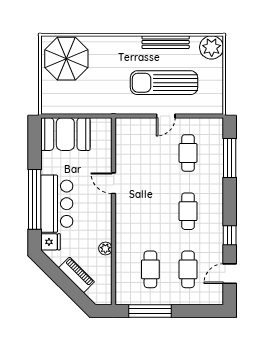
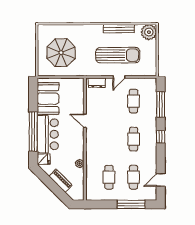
parasol: (66, 59) -> (61, 53), moved
sun lounger: (164, 83) -> (118, 55), turned 180
dresser: (132, 125) -> (97, 83), added
booth: (65, 134) -> (48, 99), moved, turned 90
window: (230, 235) -> (161, 137), moved
window: (150, 311) -> (131, 204), moved

